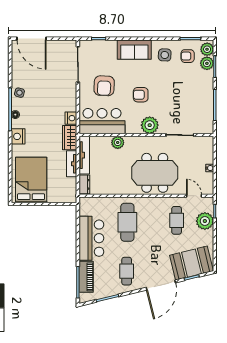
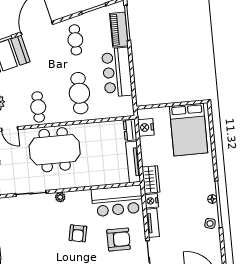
armchair: (104, 86) -> (119, 239), turned 87
armchair: (141, 95) -> (78, 233), turned 101
plant: (150, 125) -> (60, 197), width x0.53, depth x0.53
nightstand: (18, 136) -> (146, 127), moved, turned 180
plant: (118, 142) -> (98, 179), removed
tv unit: (72, 164) -> (153, 223), moved
cafe table: (177, 220) -> (38, 107), moved

